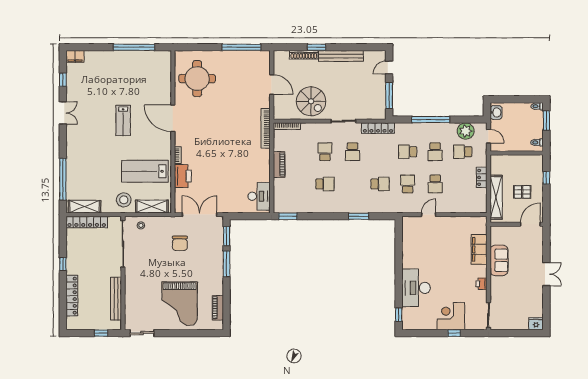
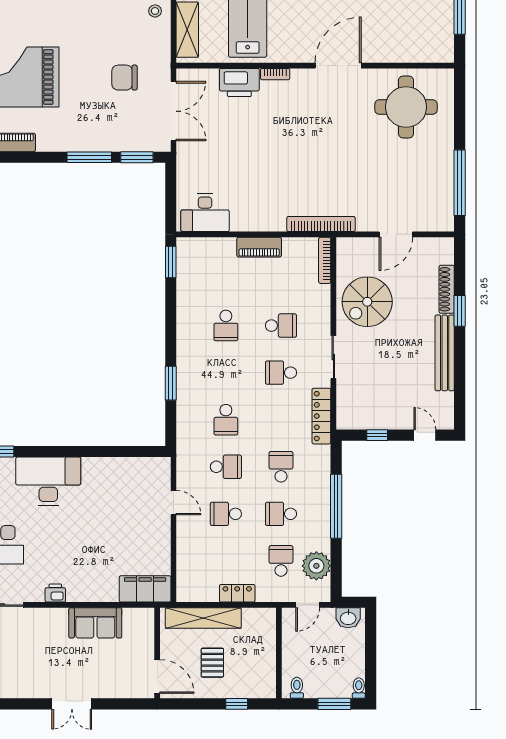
window: (389, 96) -> (377, 435), width x0.46
filing cabinet: (479, 249) -> (145, 589), moved

